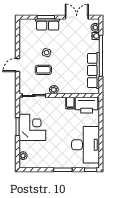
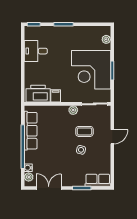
double door: (77, 17) -> (49, 188), swing flipped
row of seats: (48, 24) -> (98, 180), moved
corner desk: (32, 127) -> (91, 70), width x1.36, depth x1.36
desk: (86, 145) -> (36, 51), width x0.53, depth x0.77

